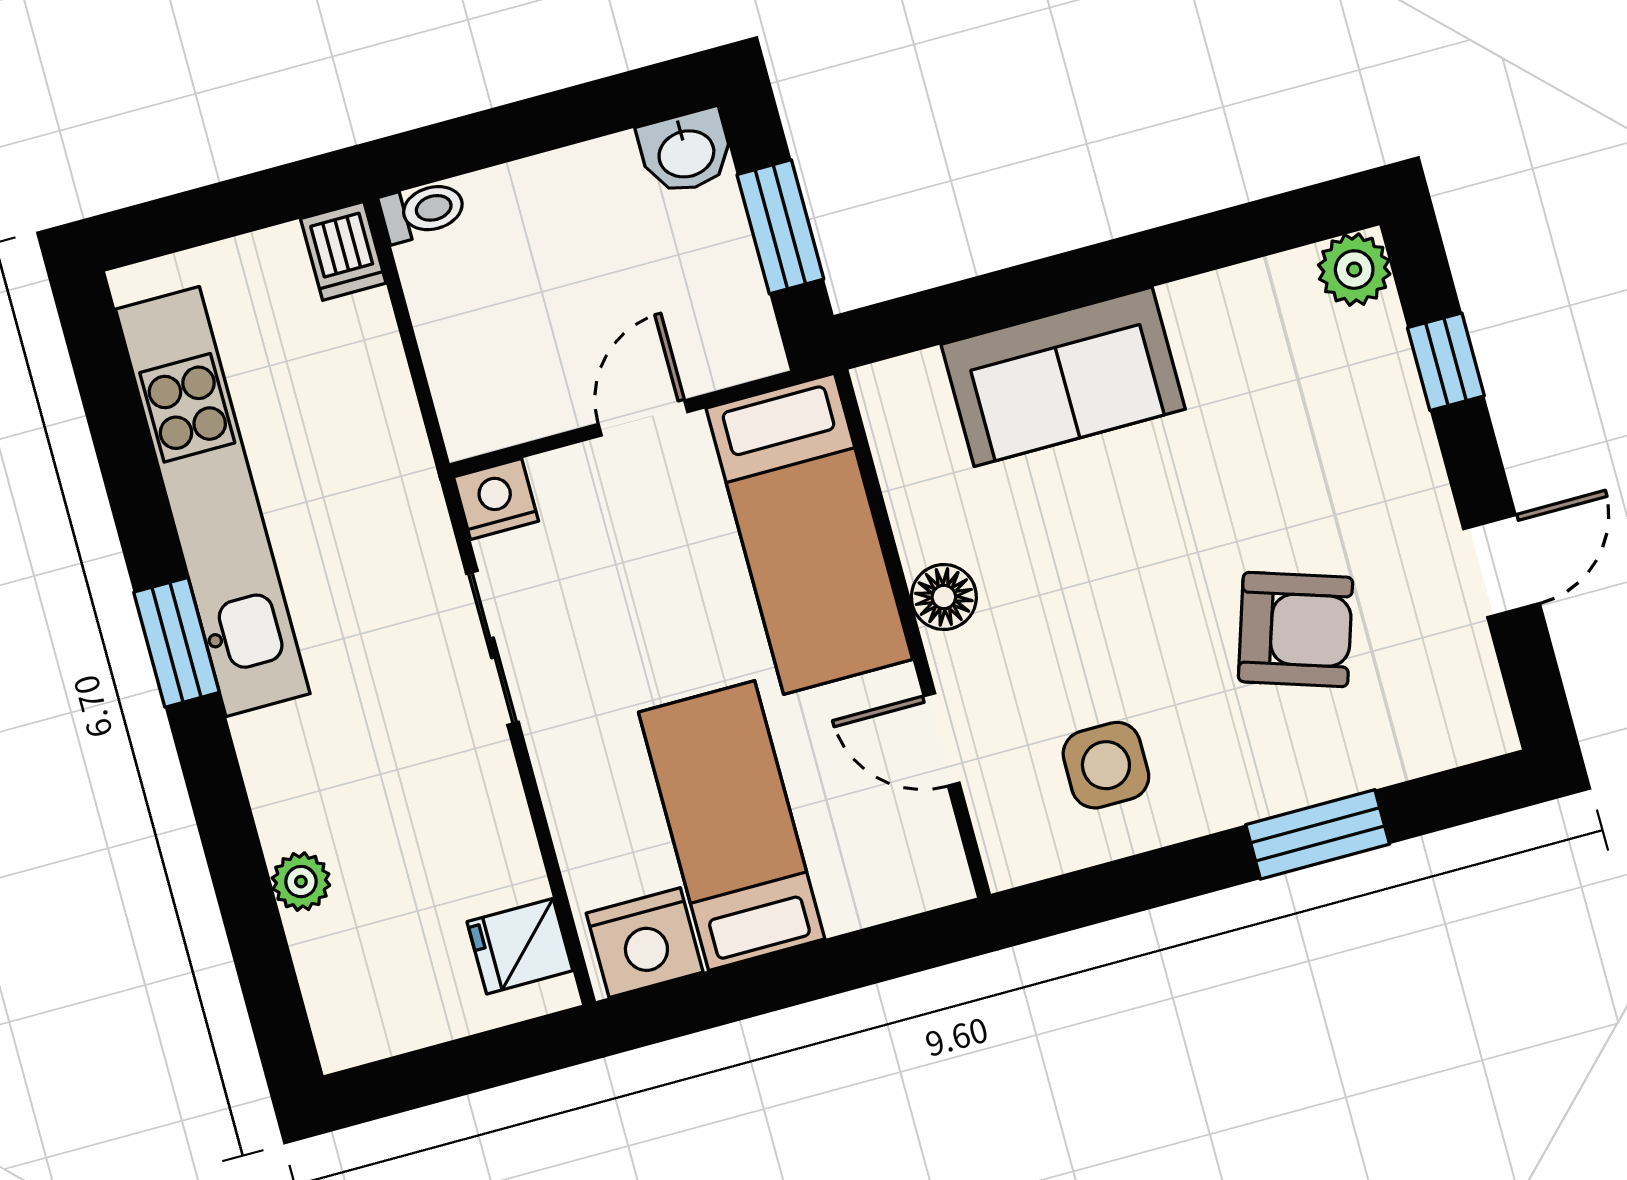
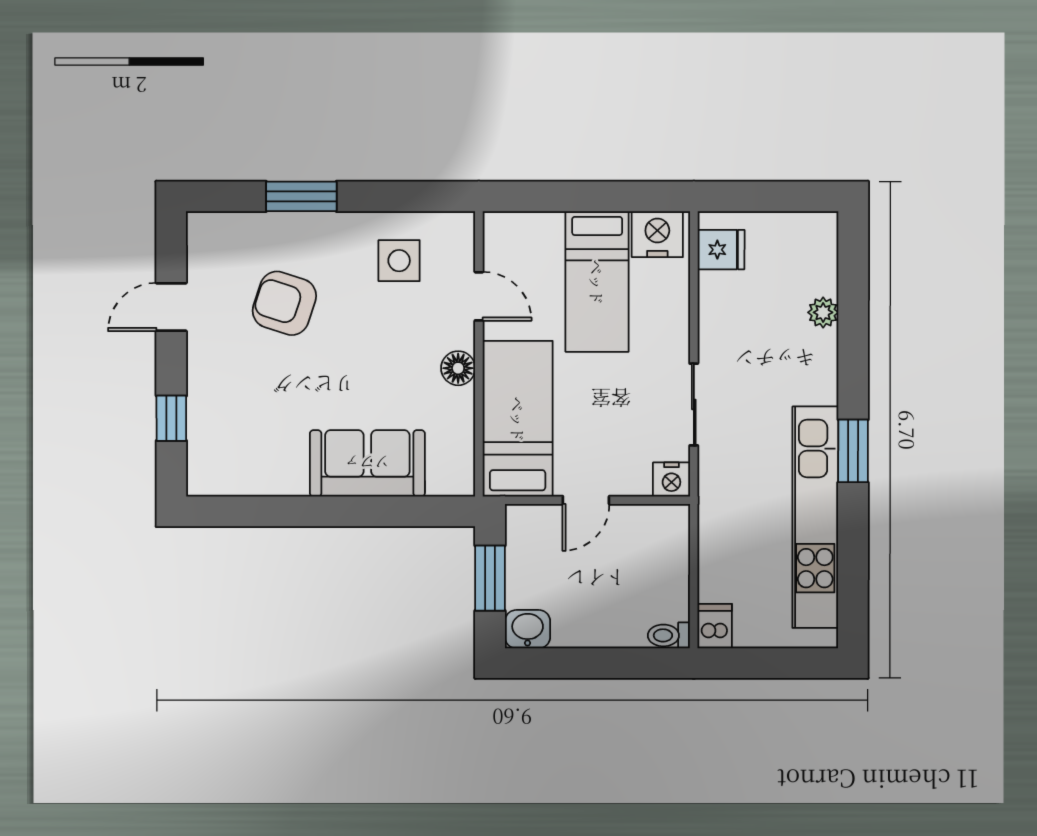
plant: (1354, 270) -> (205, 478), removed

